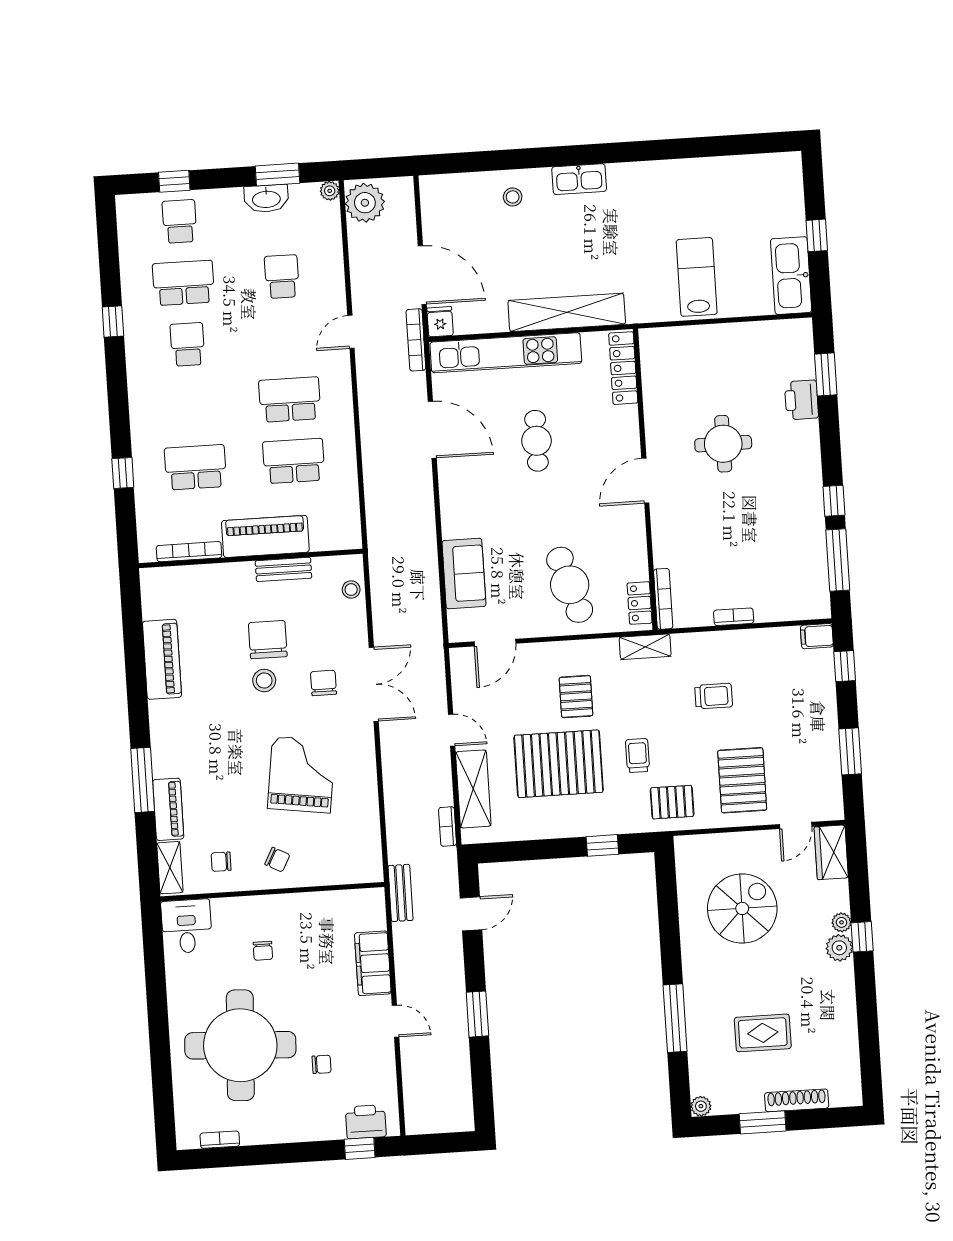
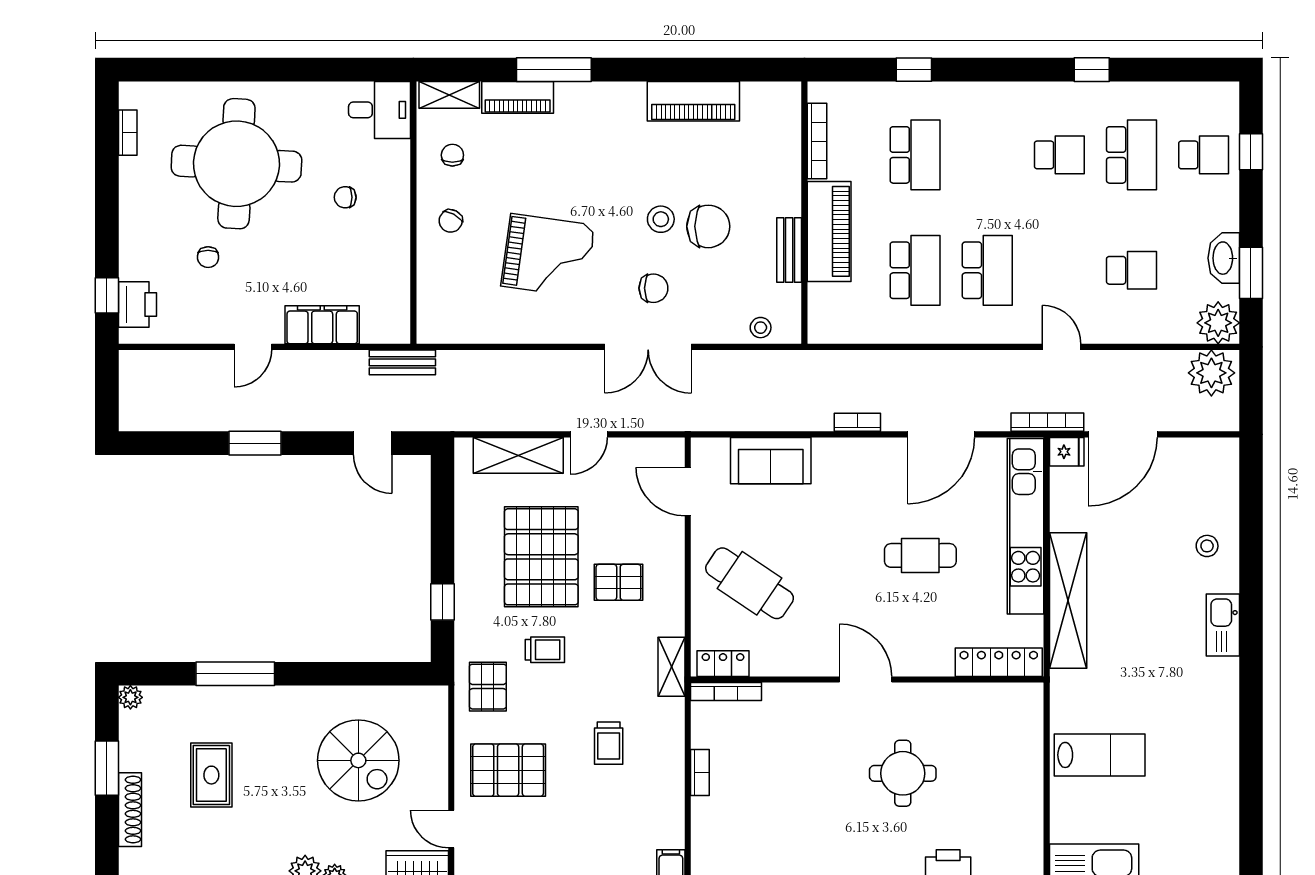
plant: (330, 191) -> (1218, 323), width x1.87, depth x1.87
cafe table: (570, 585) -> (750, 583), turned 51
bookcase: (448, 826) -> (857, 422), moved

